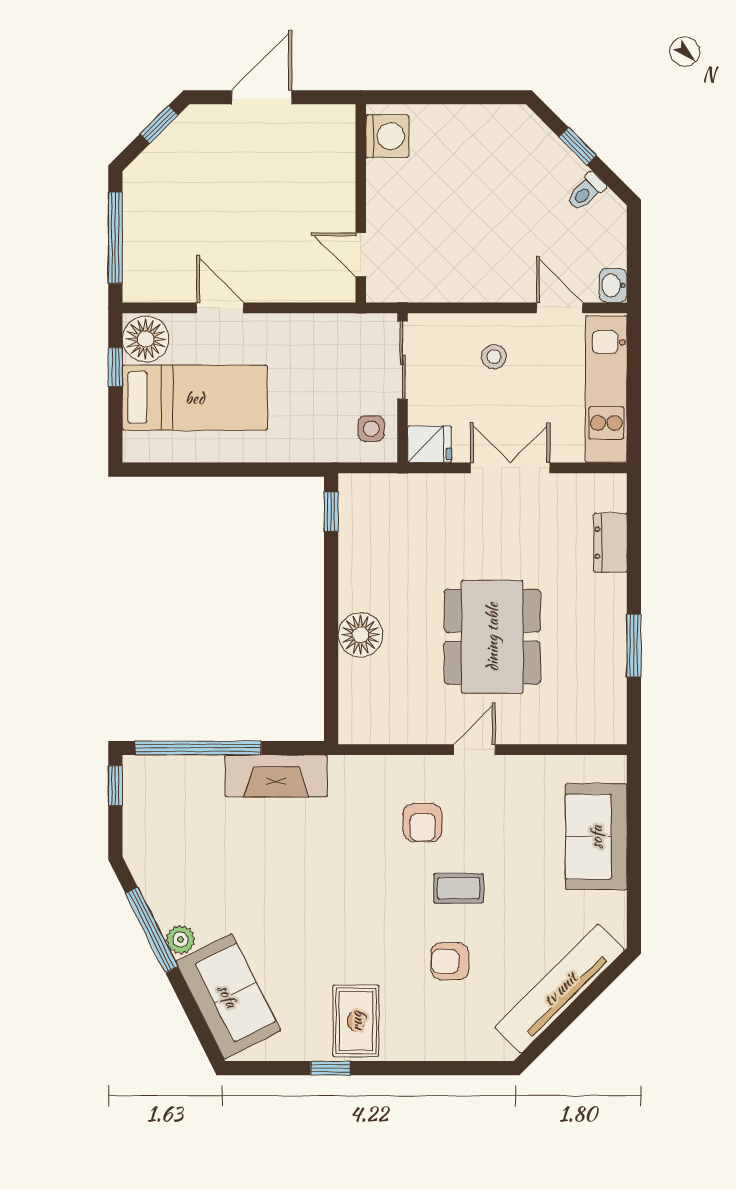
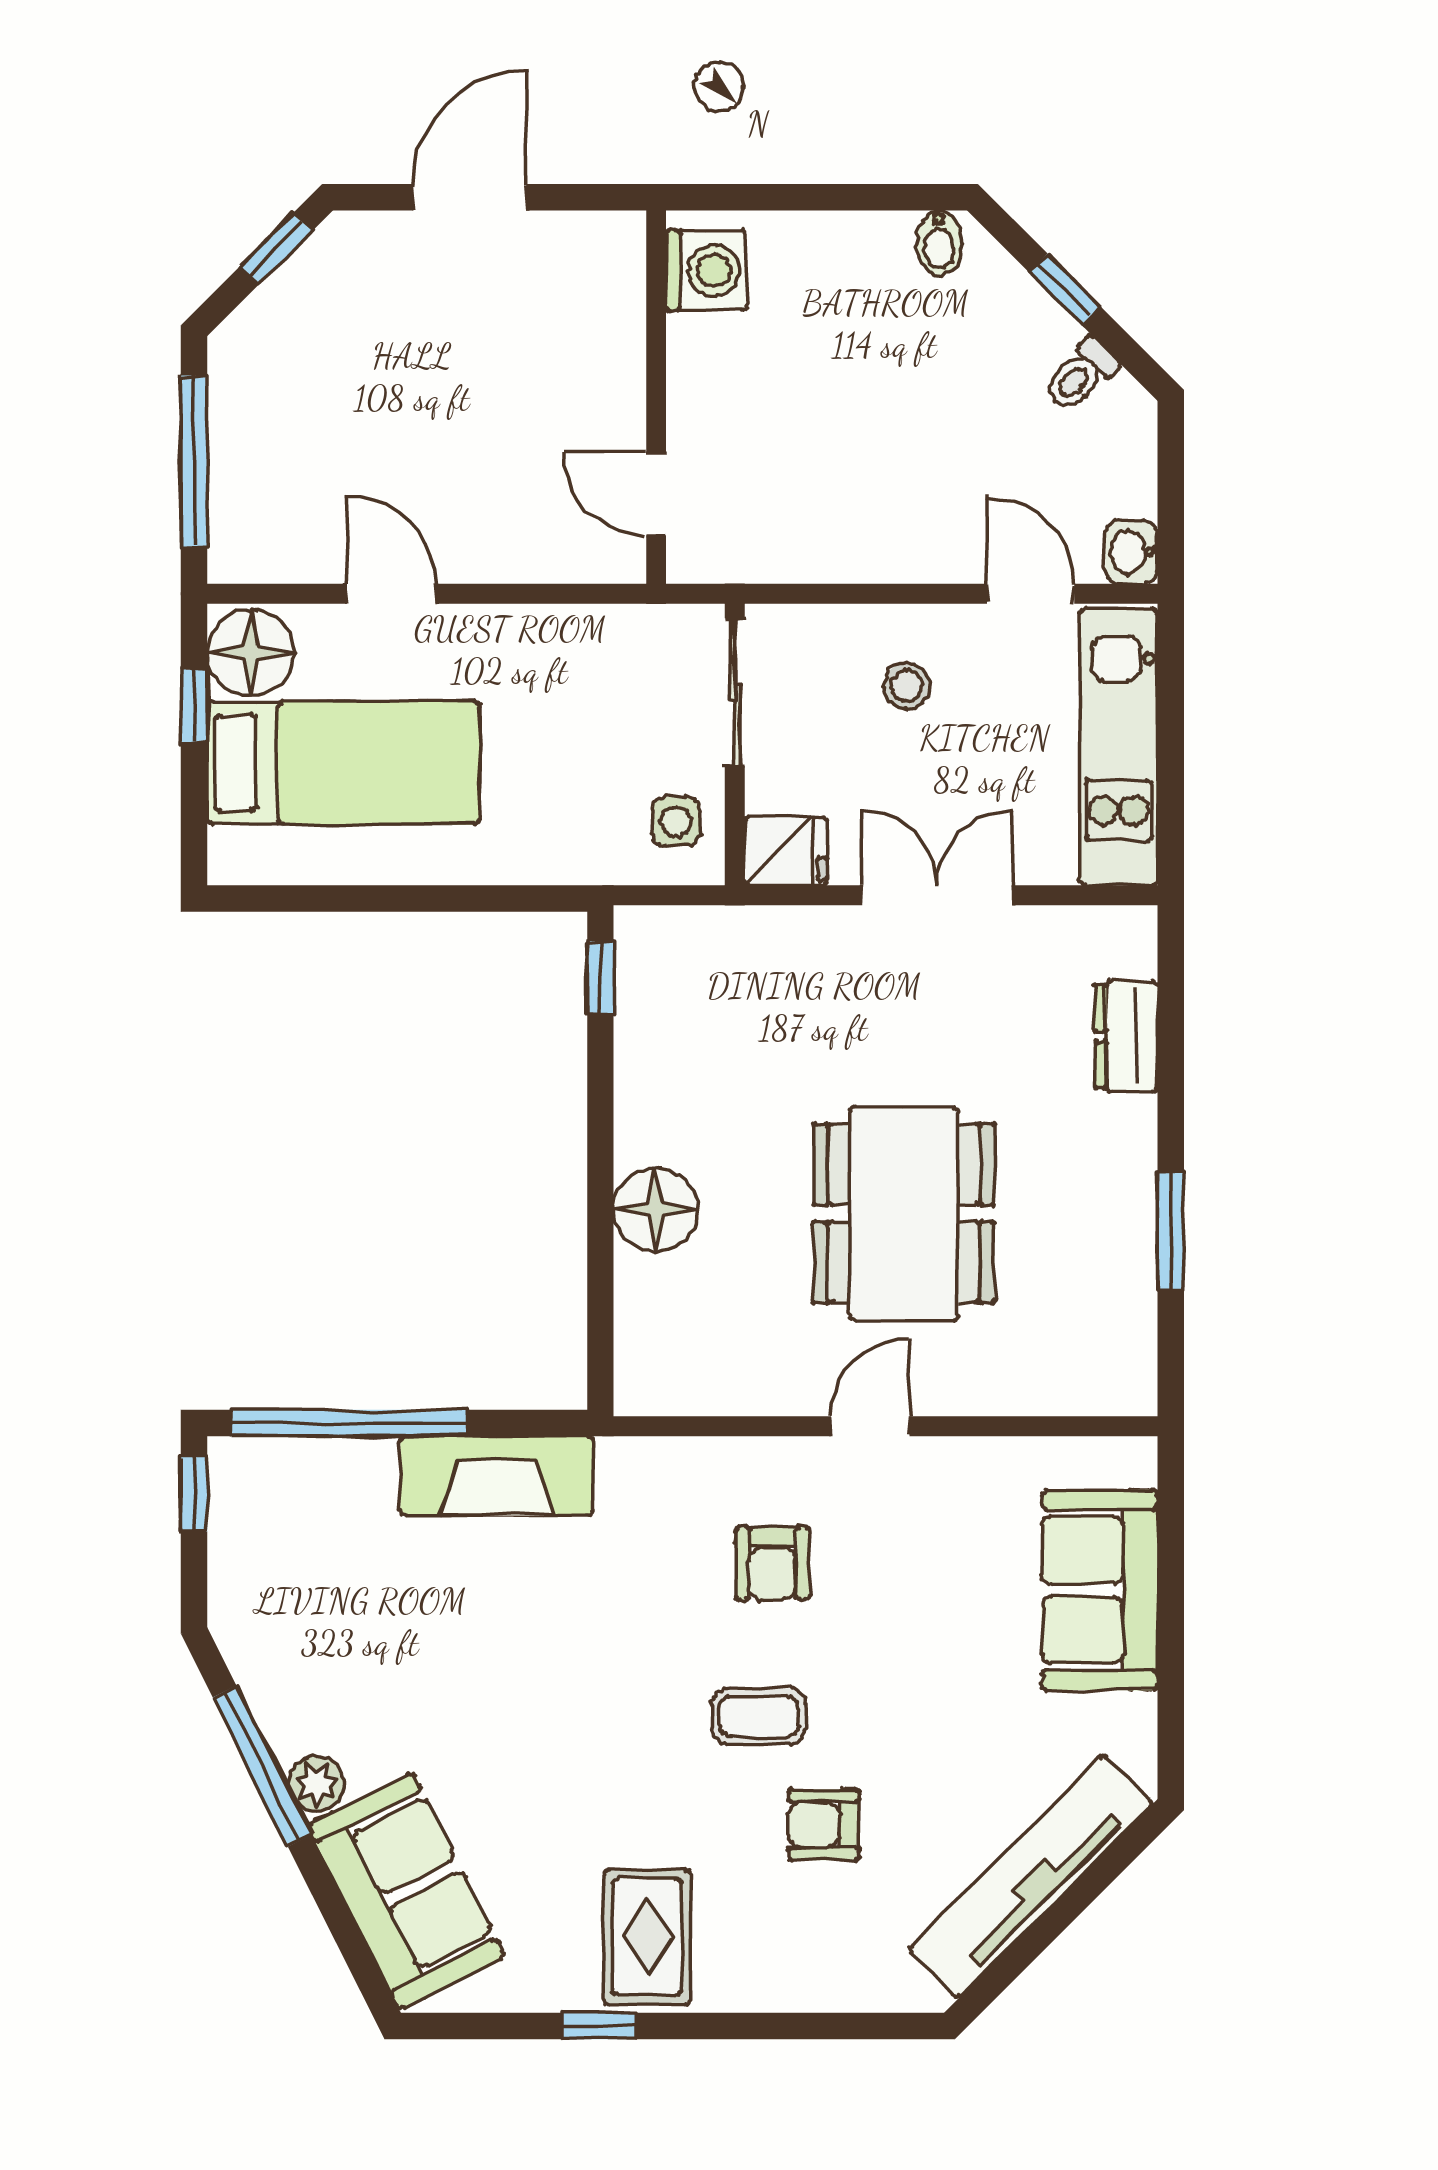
bidet: (511, 122) -> (939, 243), added
coffee table: (459, 888) -> (759, 1717), moved

